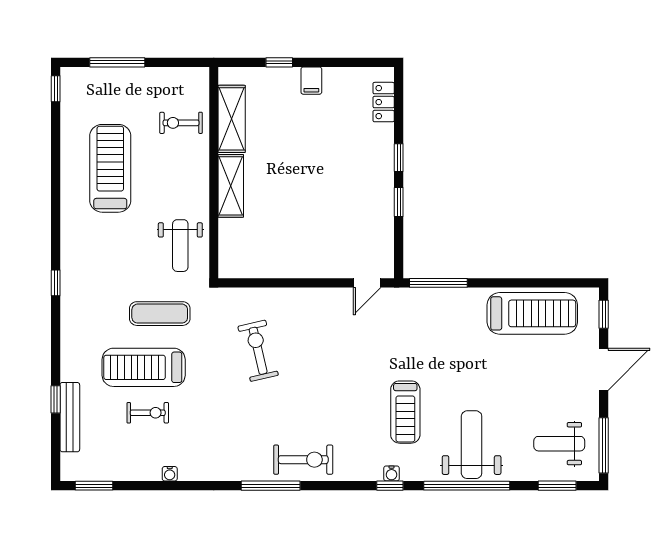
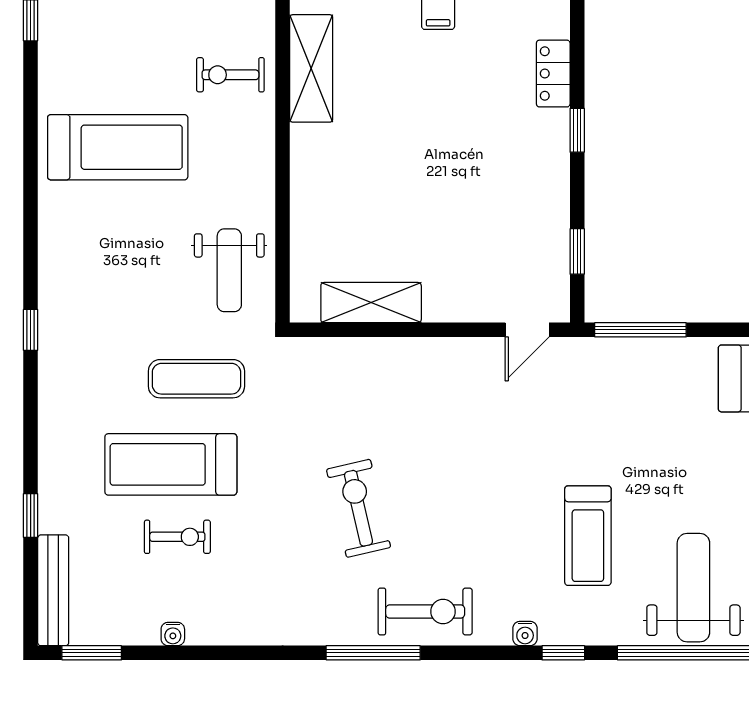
locker: (384, 102) -> (553, 74), moved
treadmill: (110, 168) -> (118, 147), turned 90
shelving: (231, 186) -> (371, 303), moved, turned 90
window: (399, 202) -> (577, 251), moved
exercise bike: (258, 351) -> (358, 508), moved
bench: (70, 417) -> (53, 590), moved
water cooler: (391, 473) -> (525, 634), moved
water cooler: (170, 474) -> (173, 634), moved

